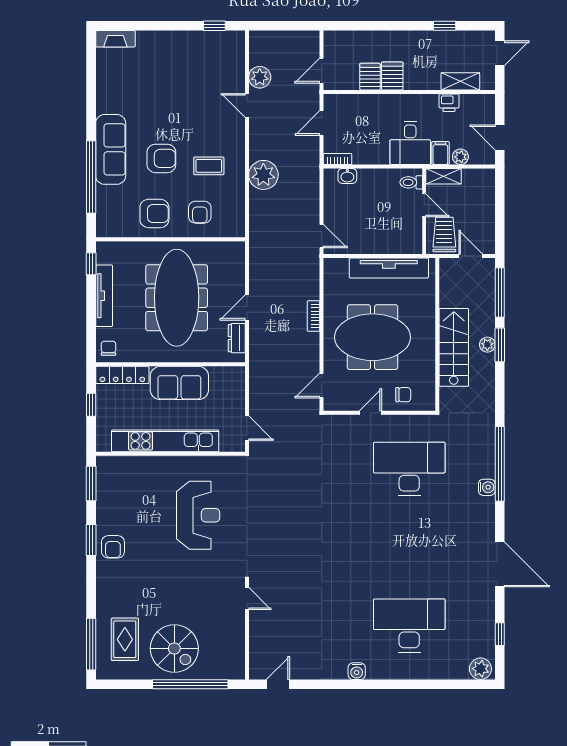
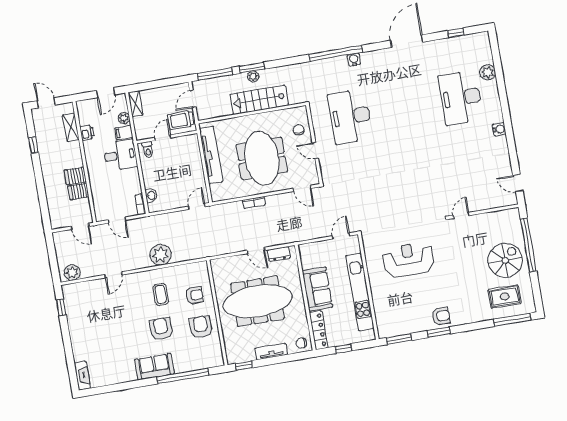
plant: (260, 77) -> (72, 273), moved
sofa: (111, 149) -> (154, 367), width x0.73
shelving: (444, 176) -> (136, 104), moved
tv unit: (104, 296) -> (271, 351), width x0.71
plant: (480, 669) -> (488, 72), moved

